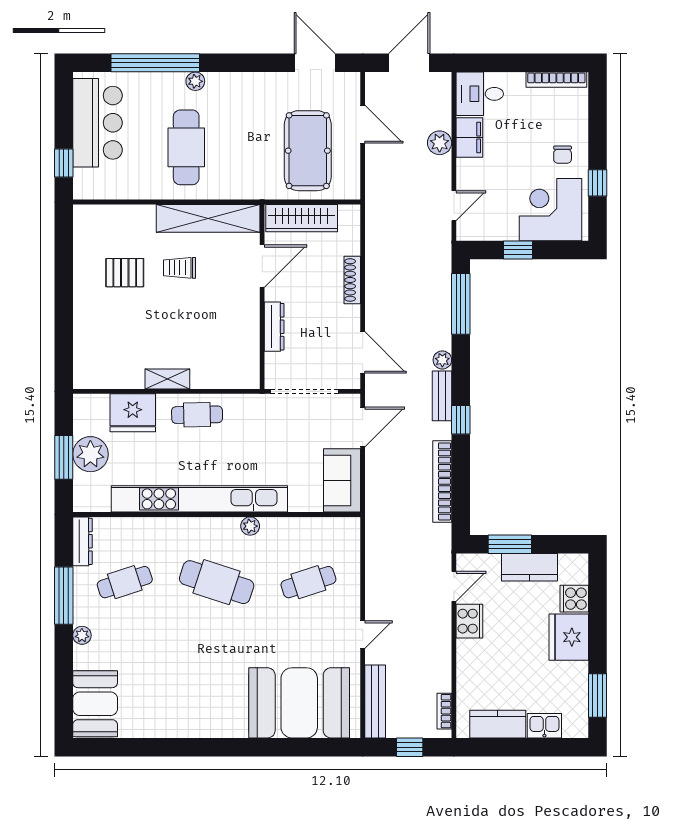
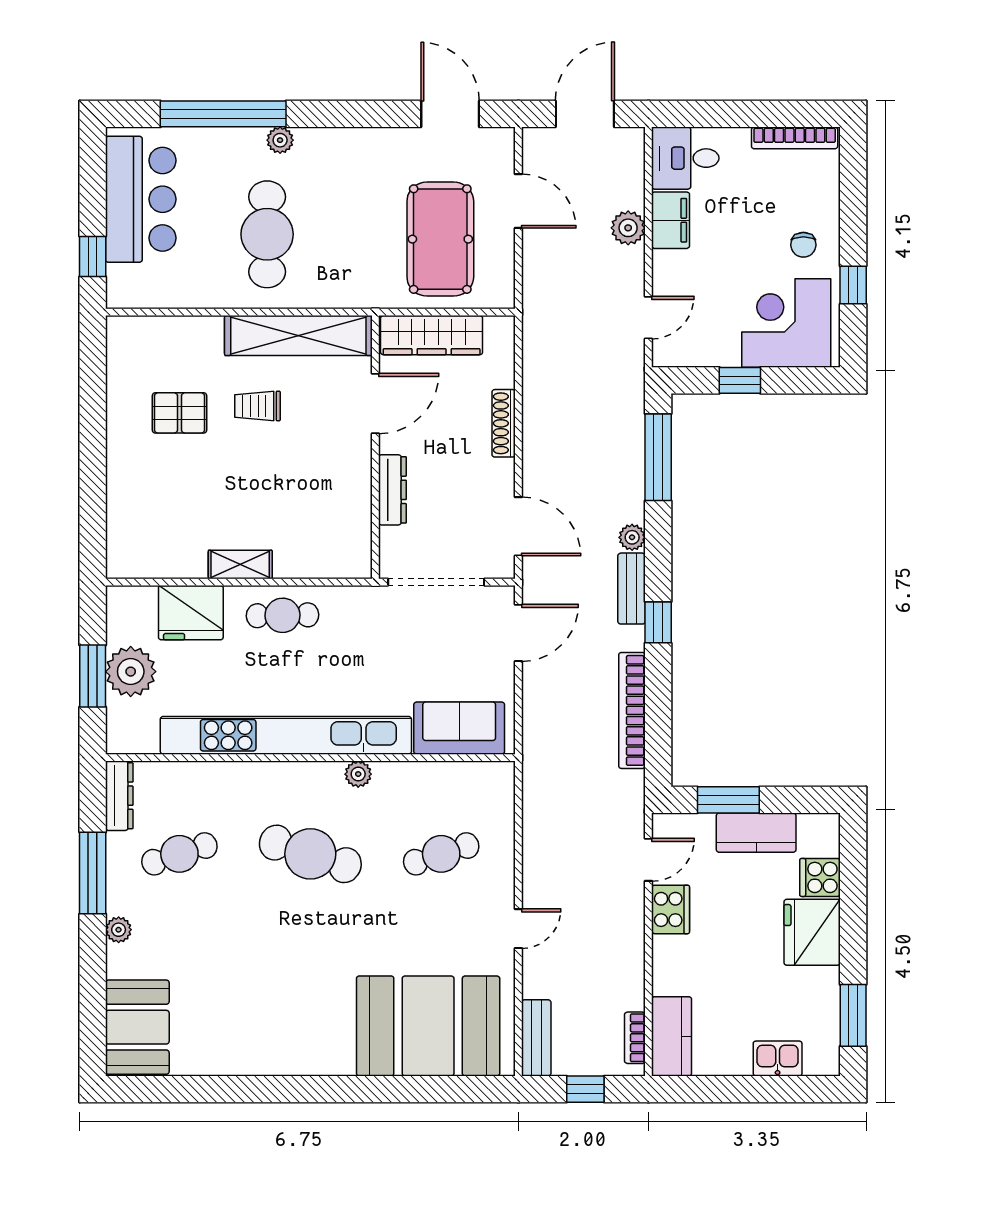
sofa: (342, 480) -> (459, 728), moved, turned 90
bench: (375, 701) -> (536, 1038), width x0.73
kitchen counter: (498, 724) -> (672, 1036), moved, turned 90

